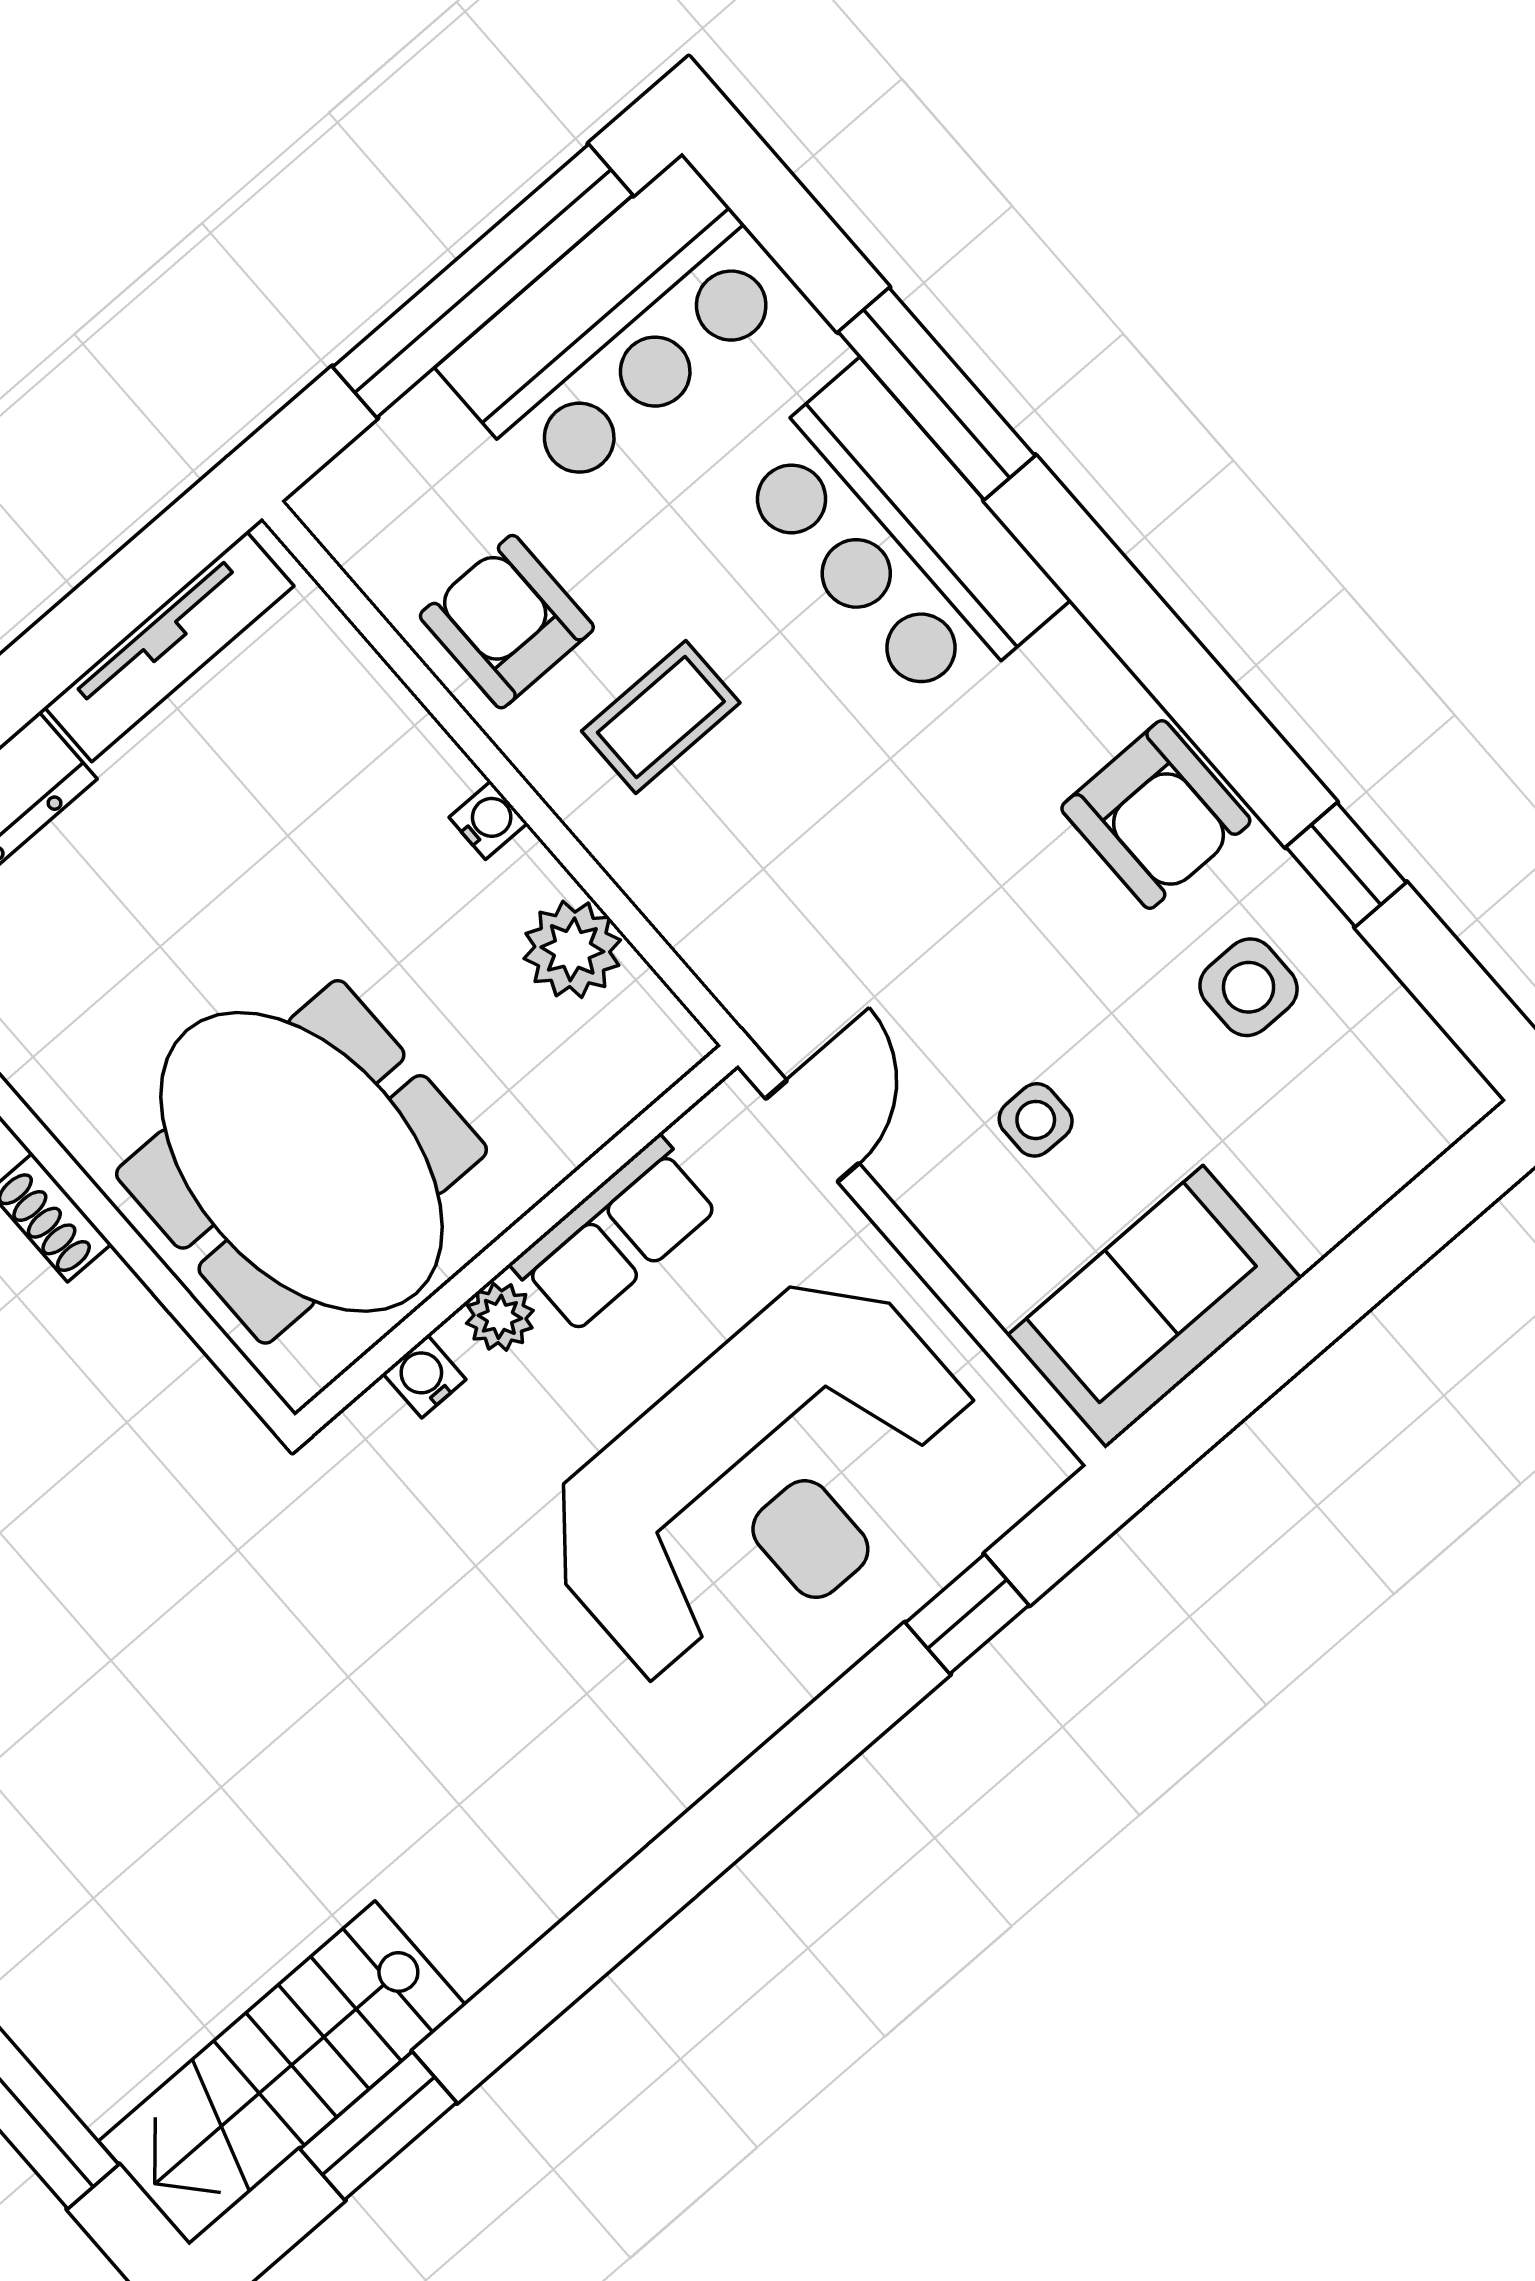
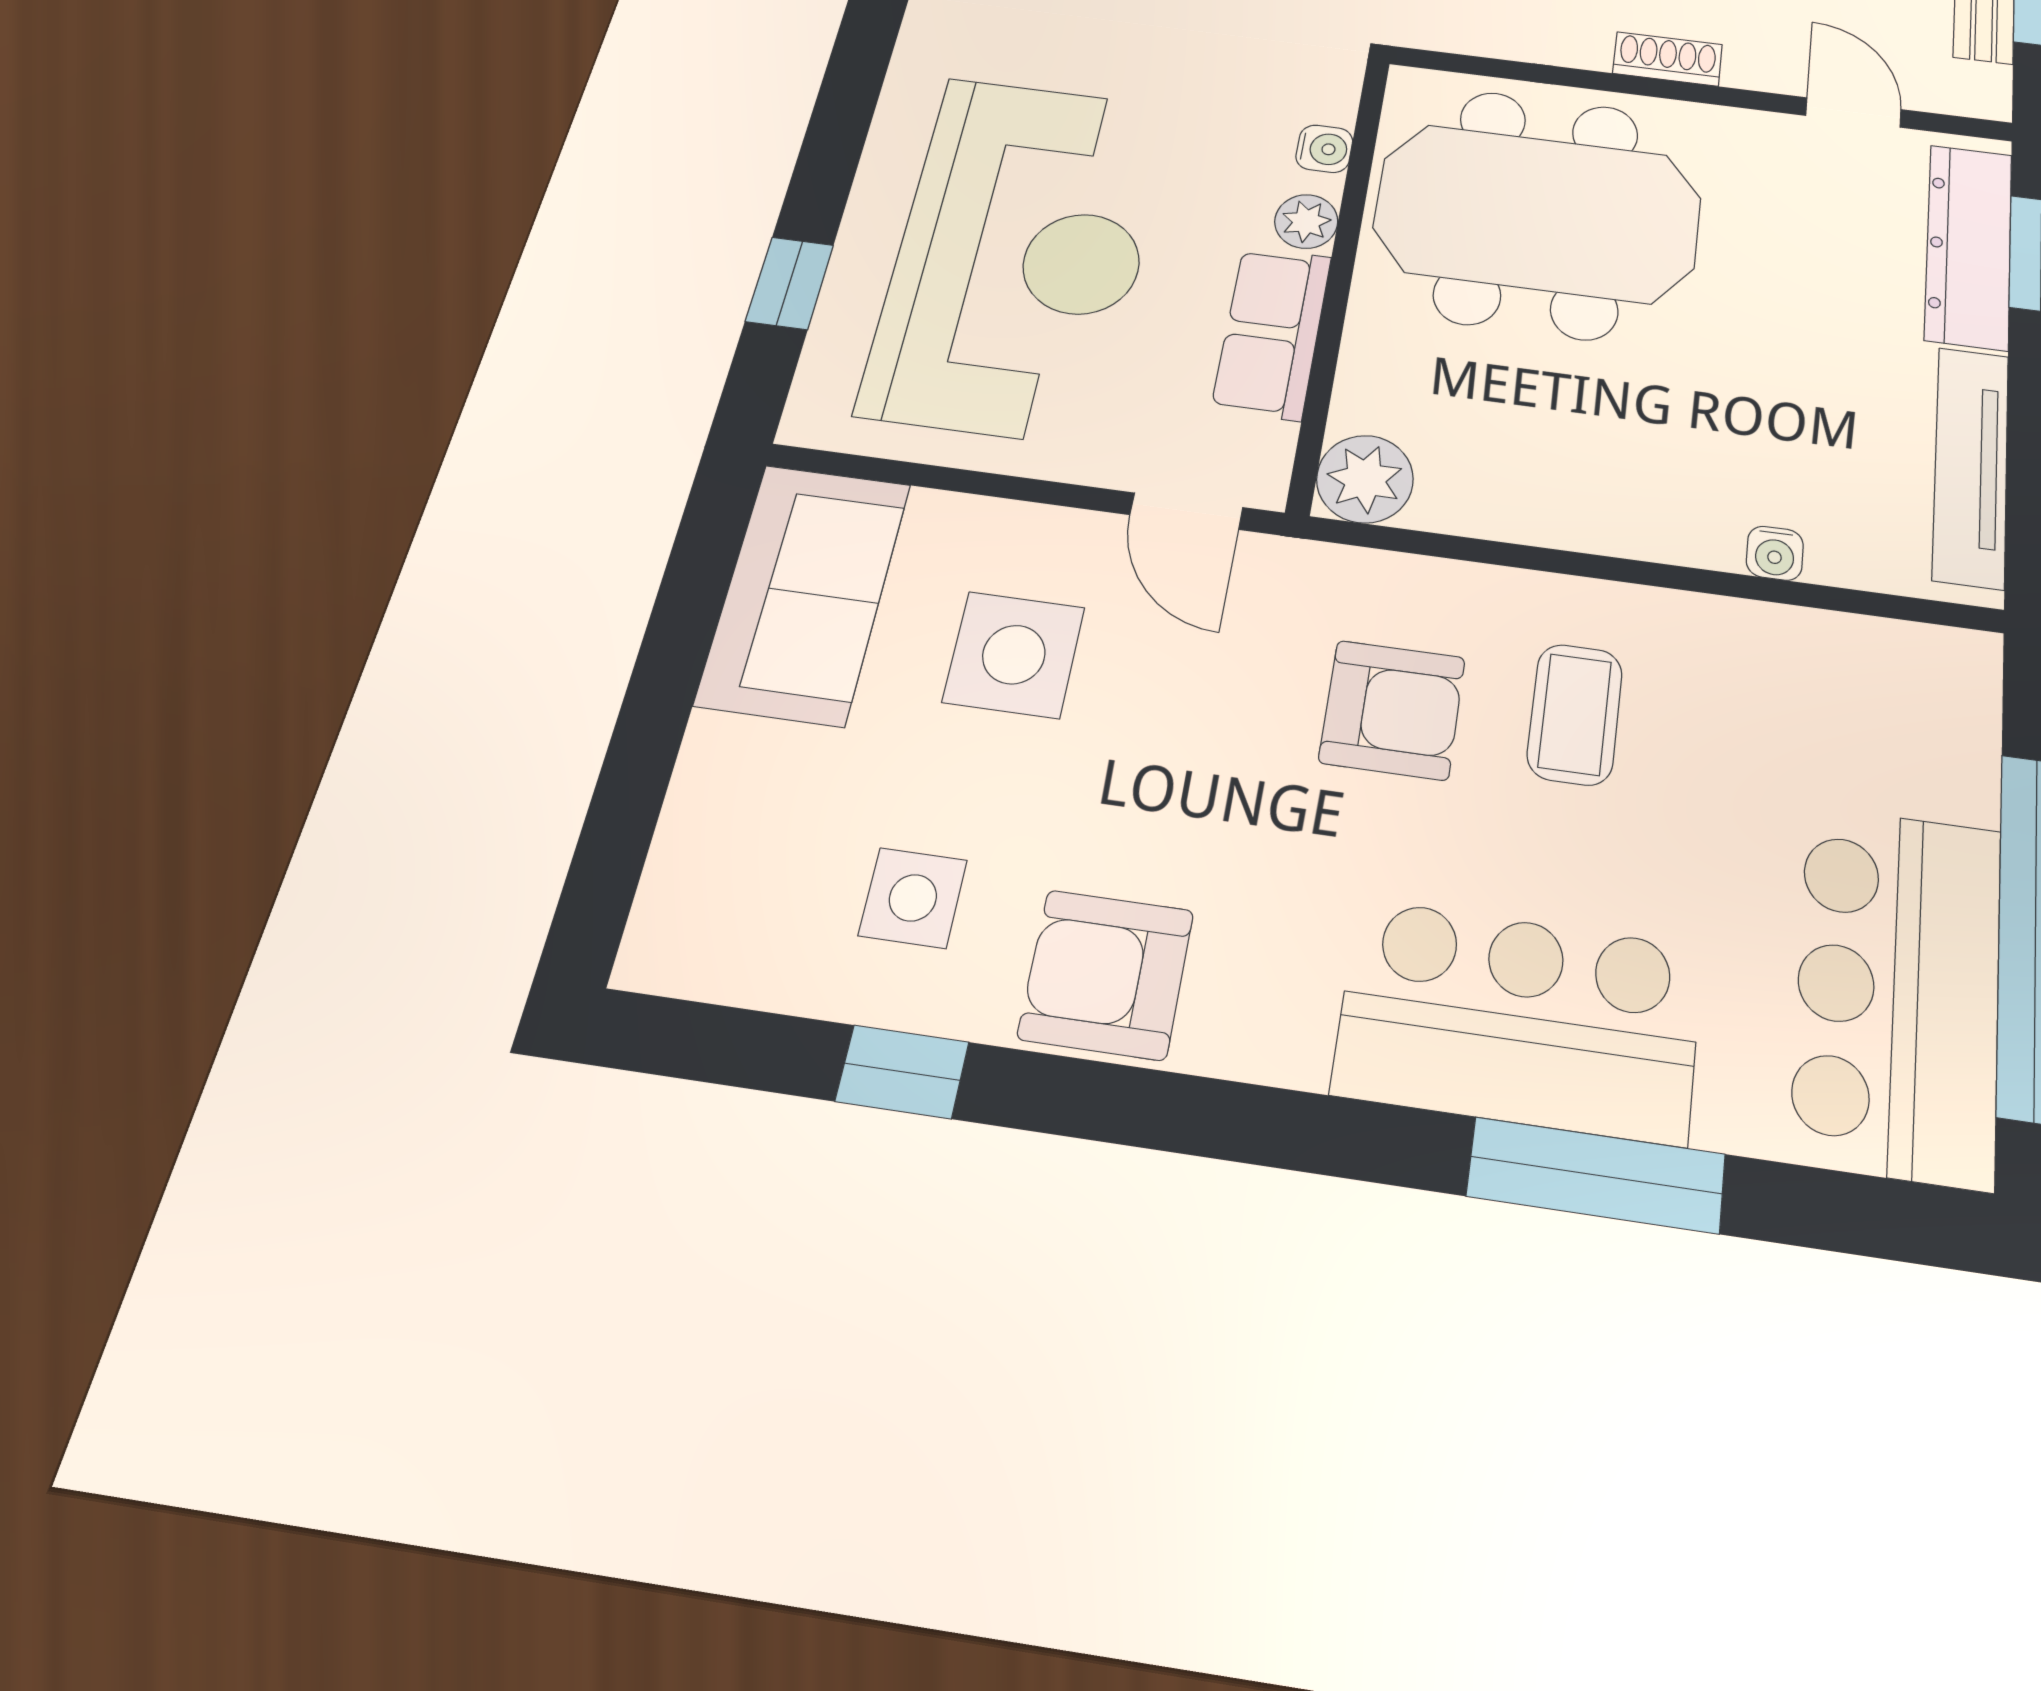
armchair: (507, 622) -> (1392, 710), moved
water cooler: (488, 820) -> (1775, 553), moved
plant: (572, 949) -> (1365, 479), moved
side table: (1036, 1120) -> (1014, 655), width x1.87, depth x1.87
reception desk: (761, 1483) -> (1020, 256), turned 180

